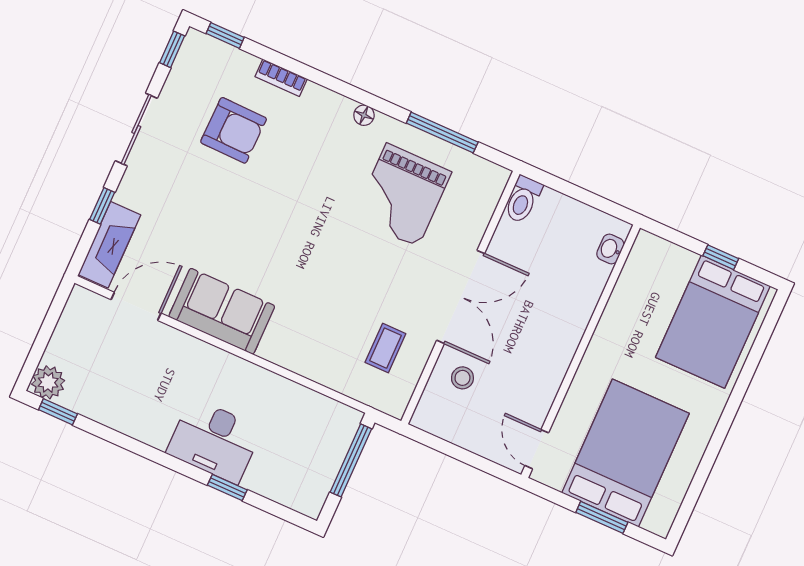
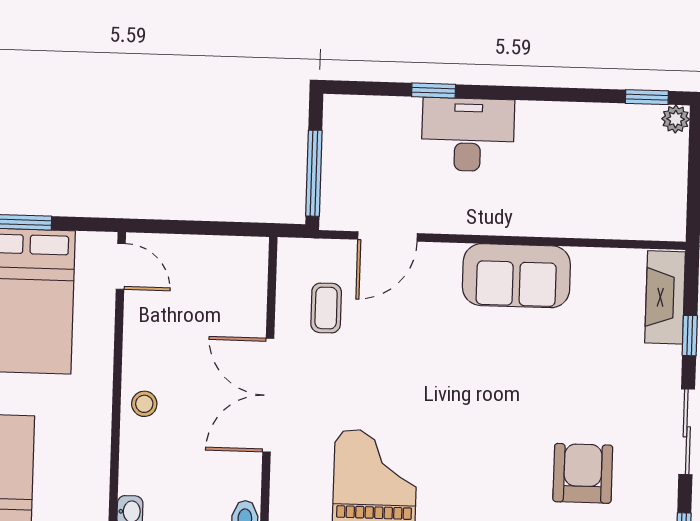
armchair: (234, 130) -> (583, 473), turned 89
door: (136, 306) -> (387, 236), moved
stool: (462, 378) -> (144, 404), moved
plant: (48, 382) -> (676, 119), width x0.73, depth x0.73

